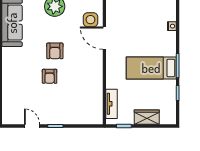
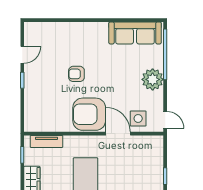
door: (104, 38) -> (118, 134), hinge flipped
armchair: (55, 51) -> (89, 114), moved, width x1.88, depth x1.88

